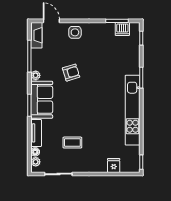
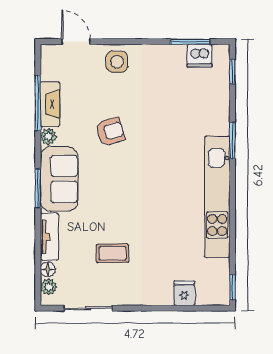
fireplace: (36, 35) -> (50, 104), moved

